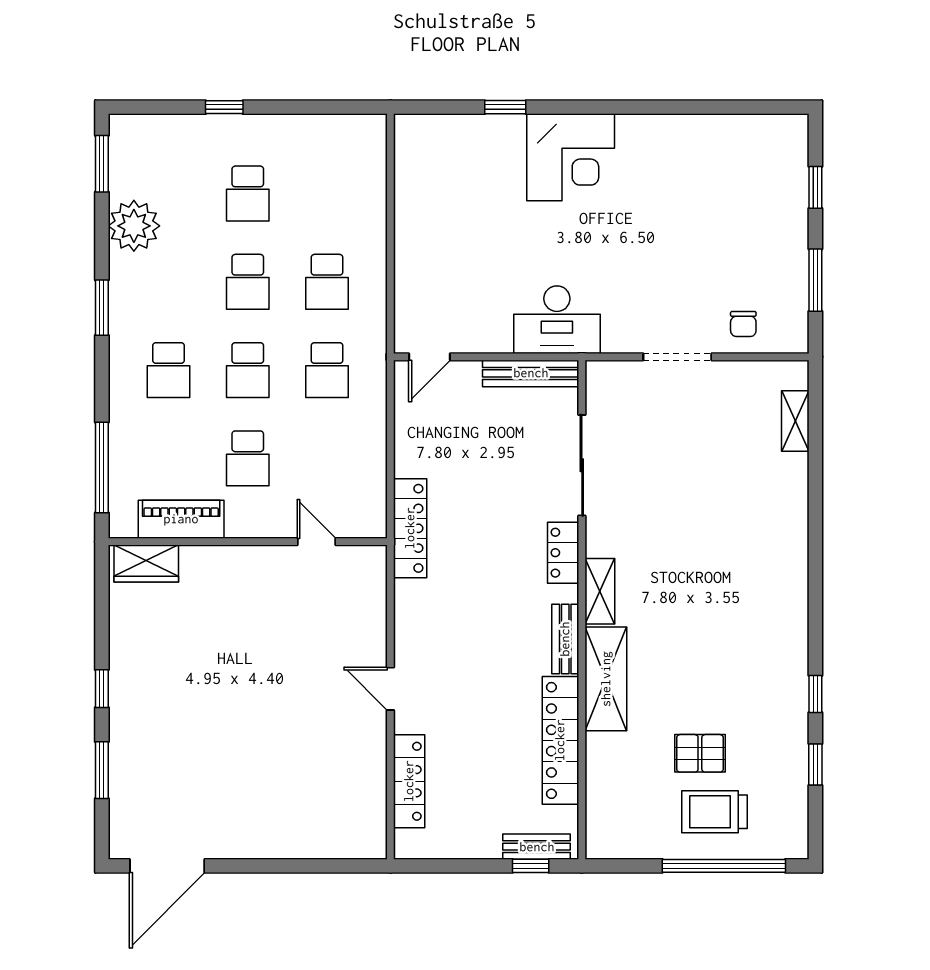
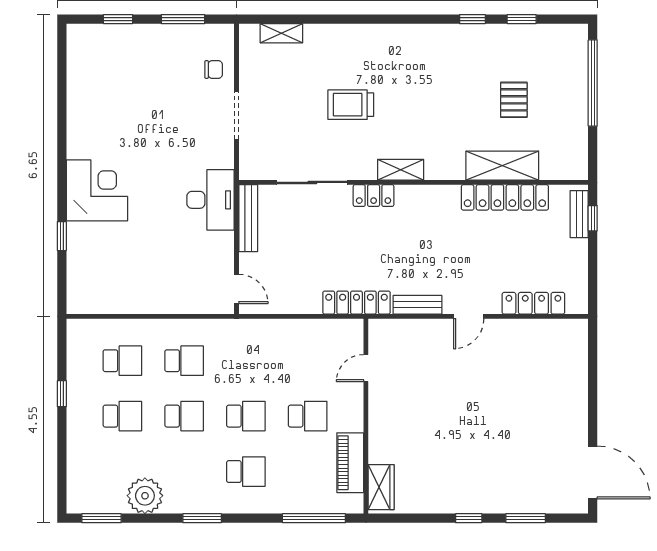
window: (224, 107) -> (62, 394), moved
school desk: (327, 370) -> (122, 361), moved
bench: (565, 639) -> (417, 305), moved
shelving: (606, 679) -> (502, 166), moved
trolley: (715, 812) -> (351, 105), moved, turned 90

